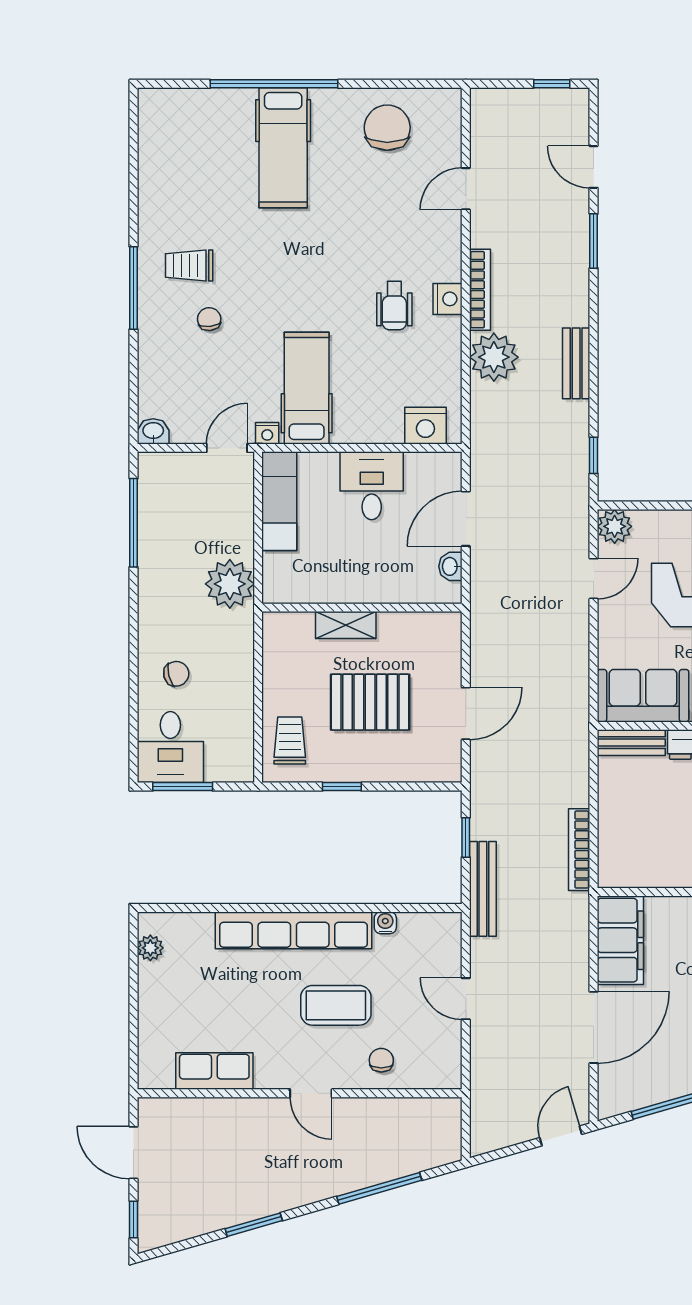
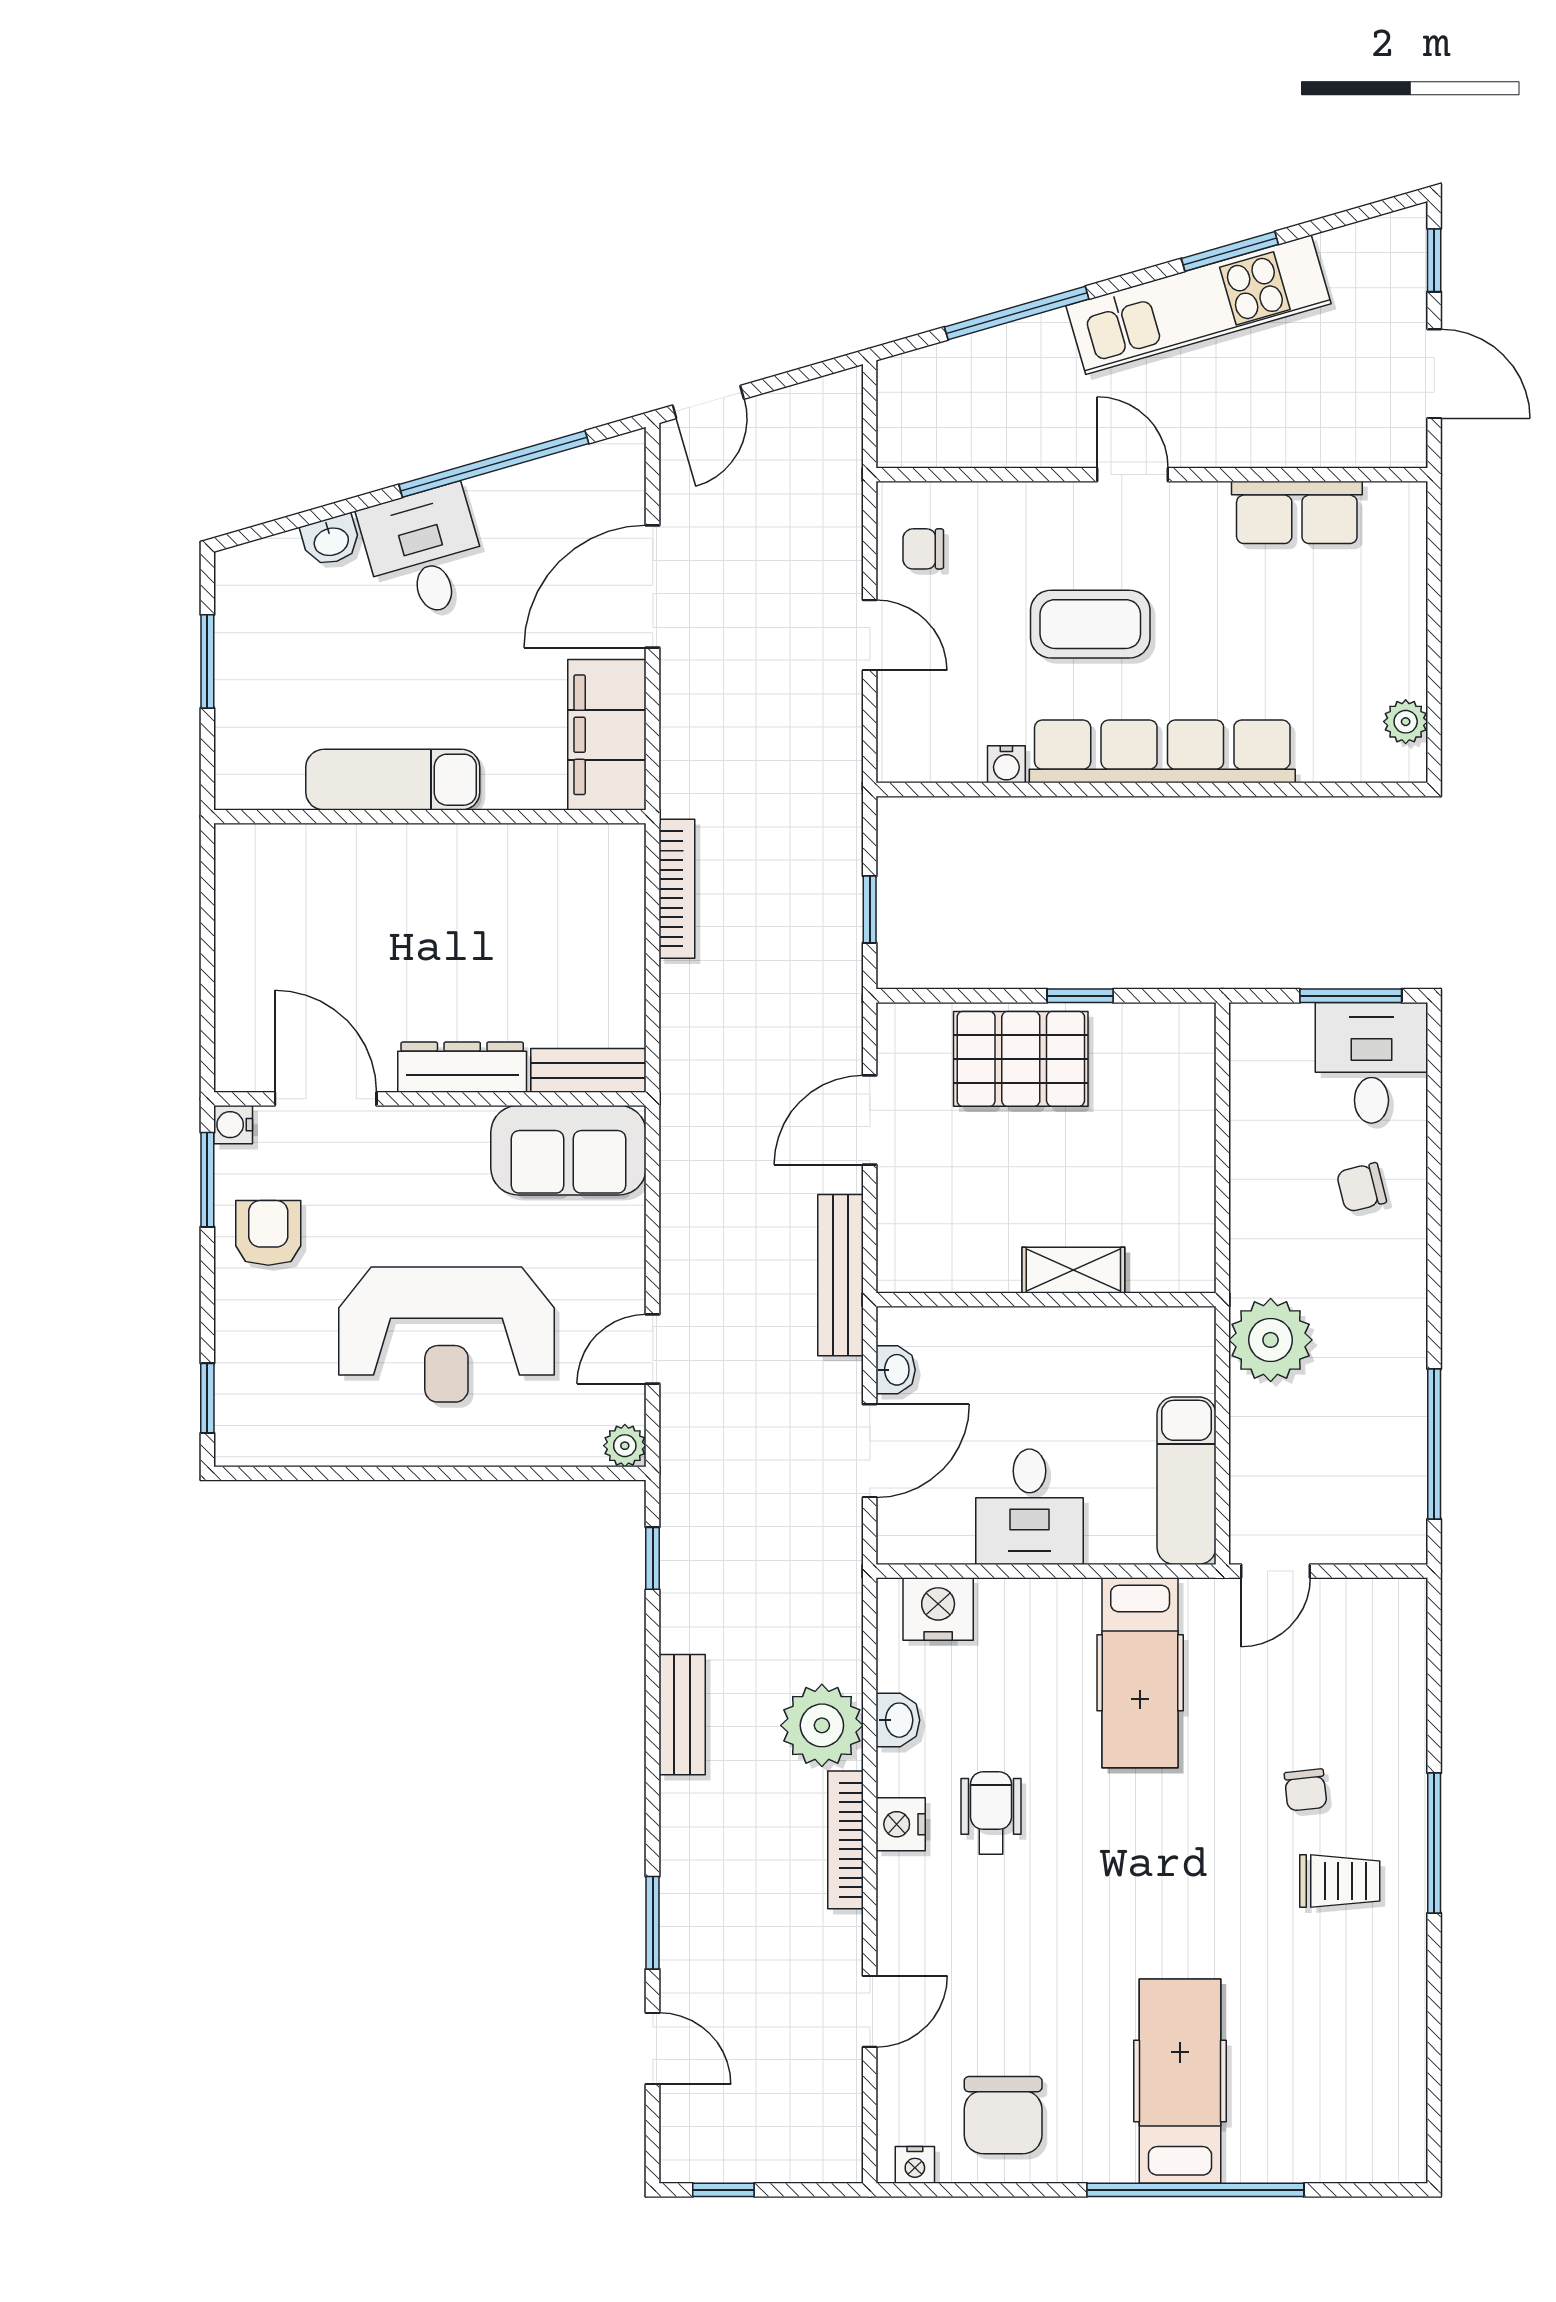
washbasin: (153, 431) -> (898, 1720), moved, turned -90
nightstand: (267, 433) -> (915, 2165), moved, turned 180
plant: (615, 526) -> (625, 1446), width x0.73, depth x0.73
pallet: (370, 702) -> (1021, 1059), moved
trolley: (290, 740) -> (1169, 1074), removed
bench: (483, 889) -> (841, 1275), moved
chair: (381, 1060) -> (923, 549), moved, turned 90
kitchen unit: (272, 1193) -> (1198, 305), added

